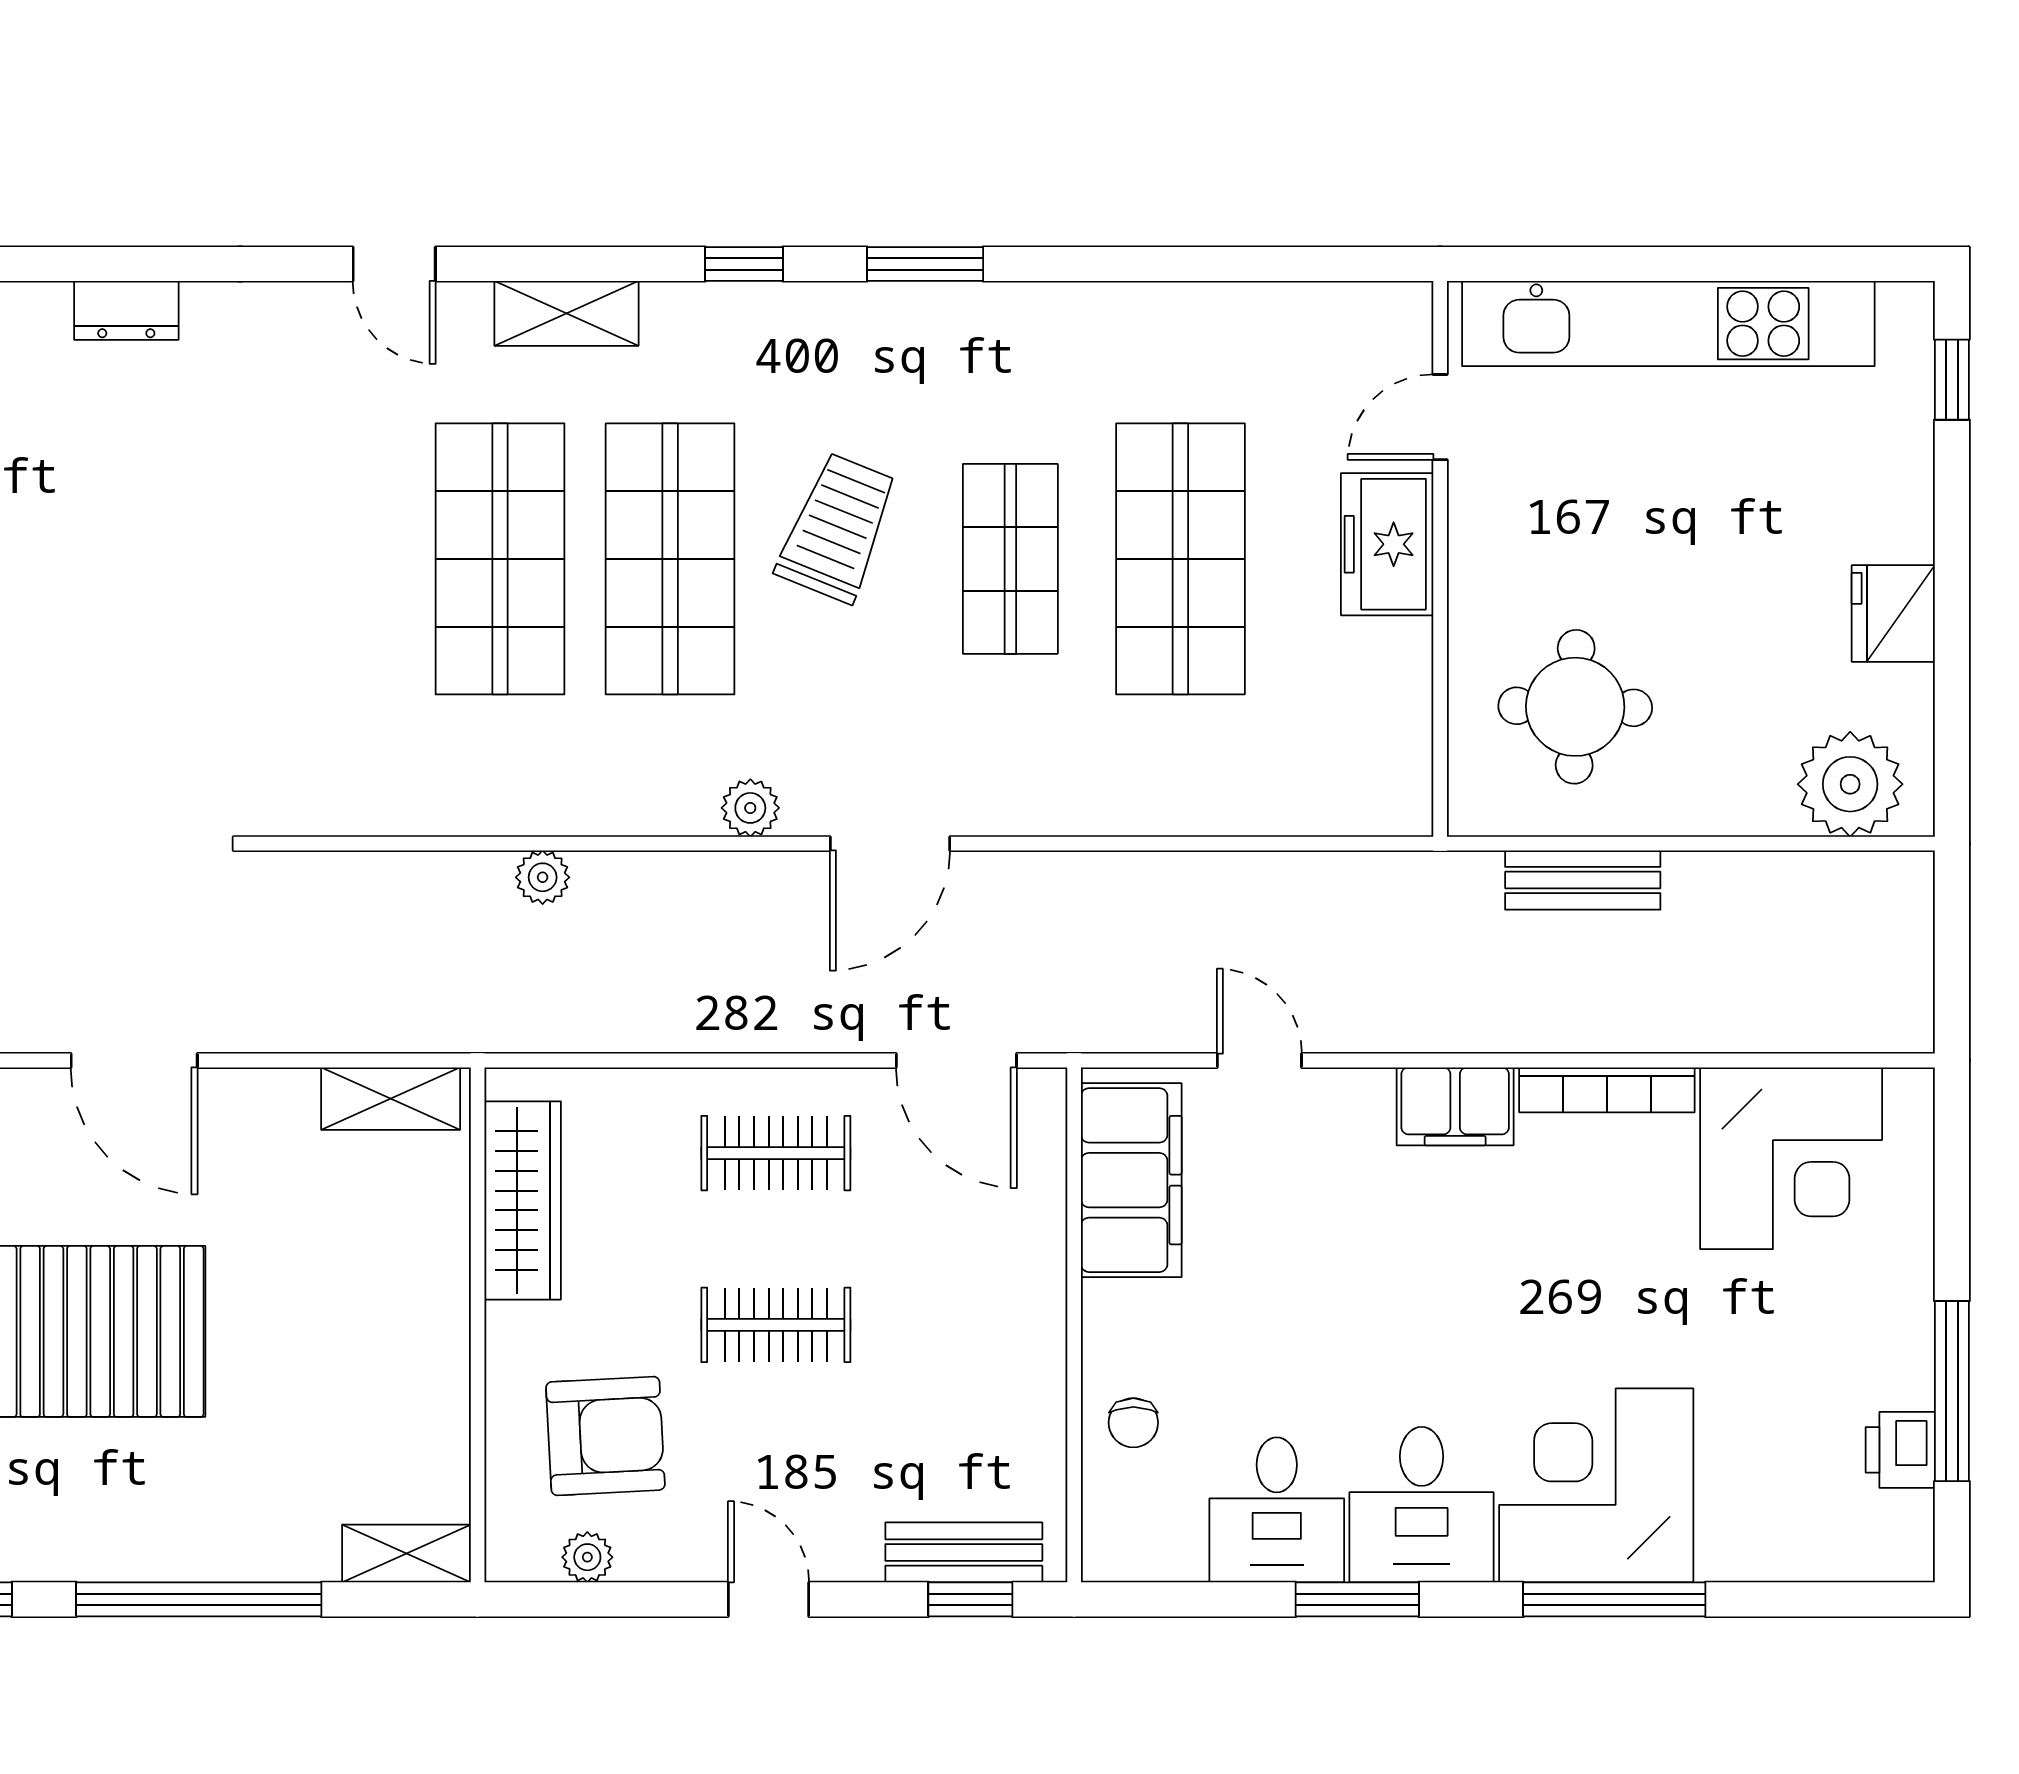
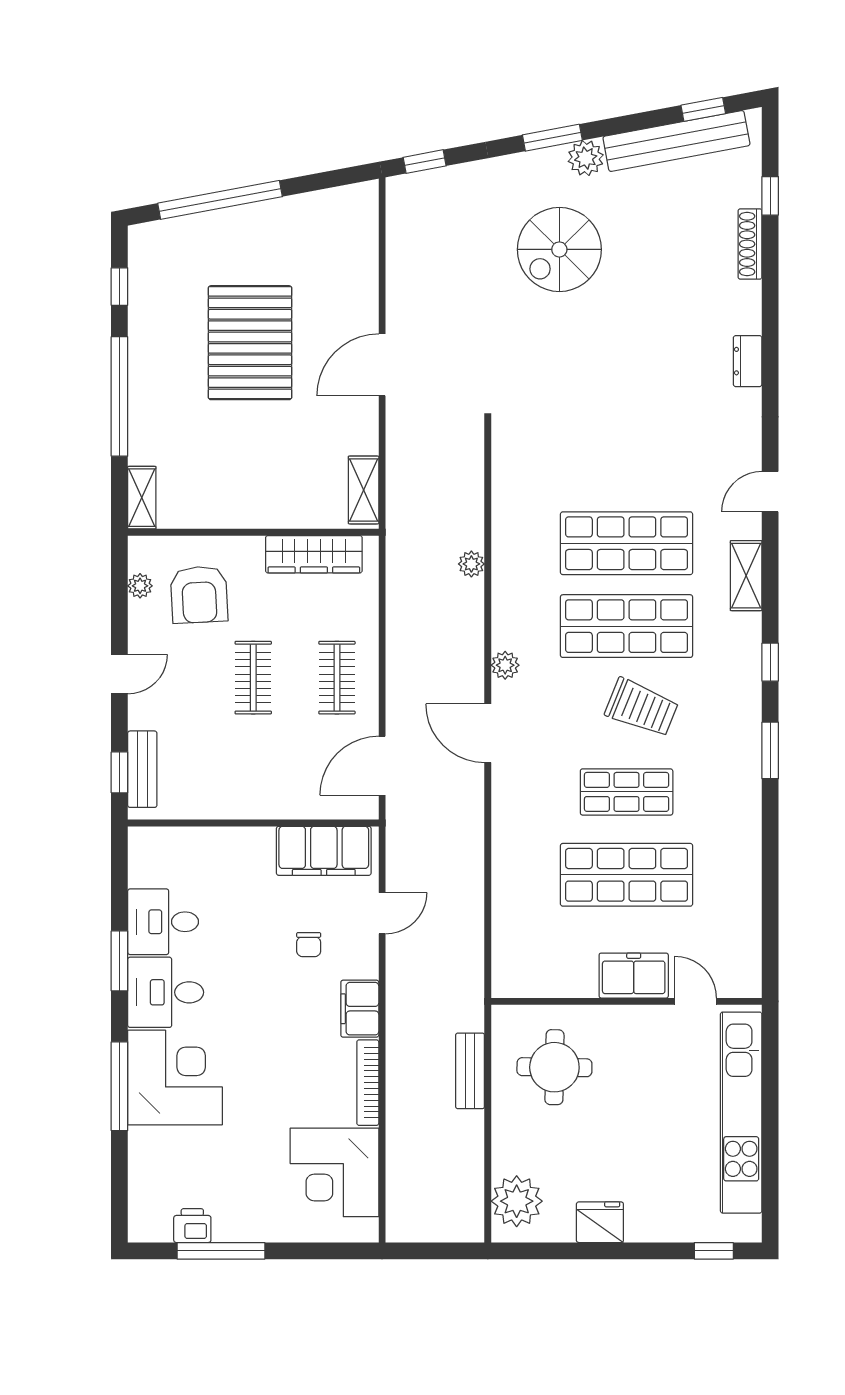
chair: (1133, 1423) -> (309, 945), moved, turned -90

